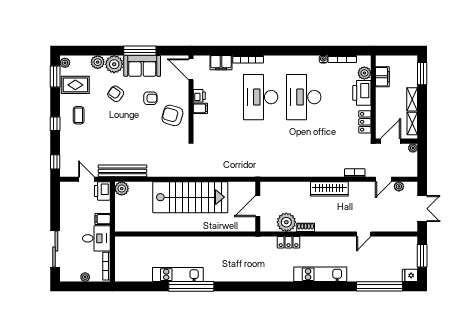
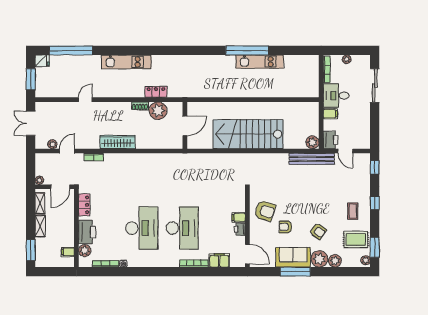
filing cabinet: (382, 77) -> (68, 252), width x0.50

